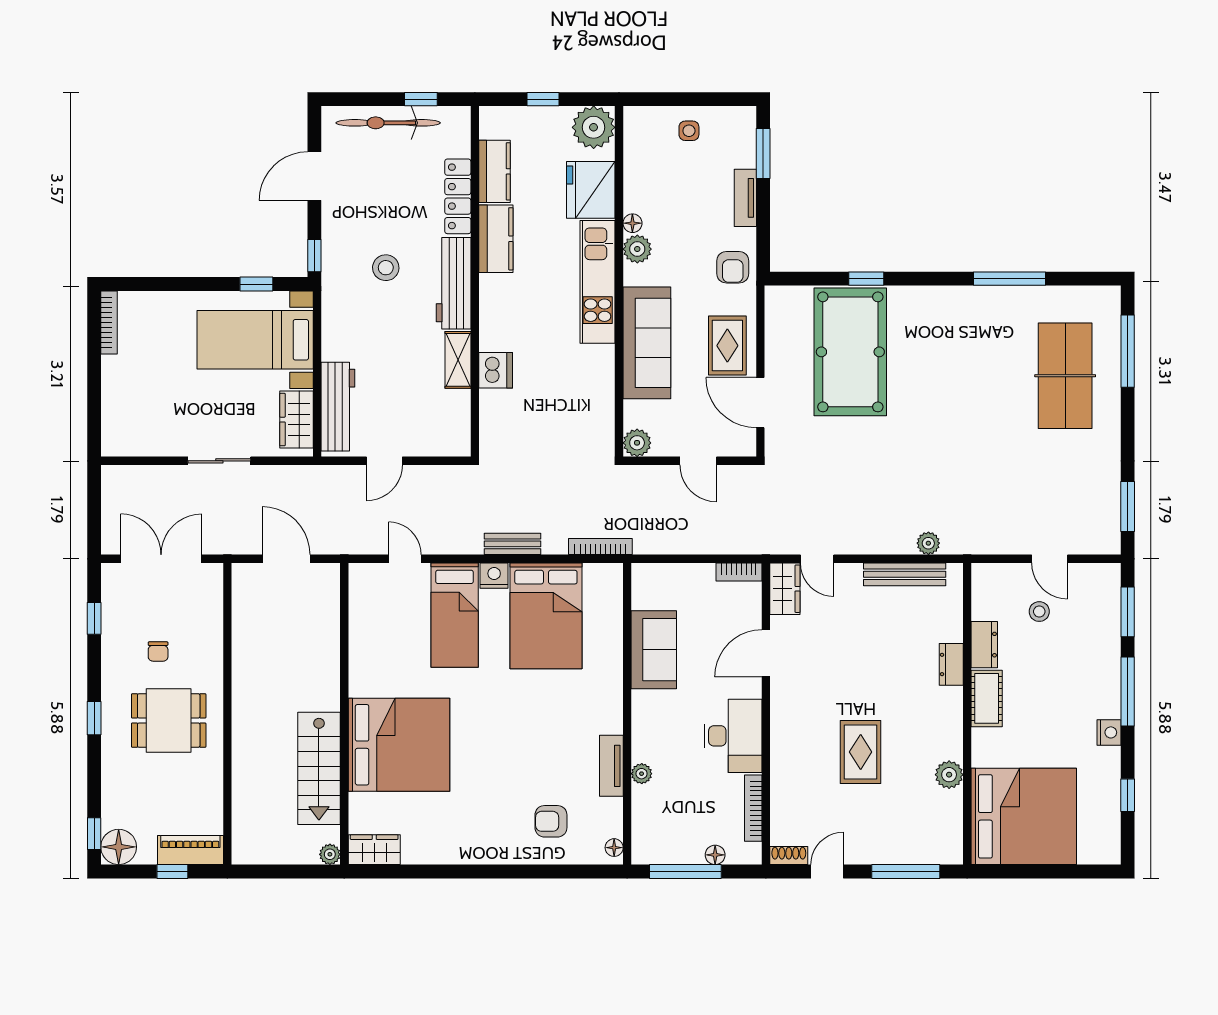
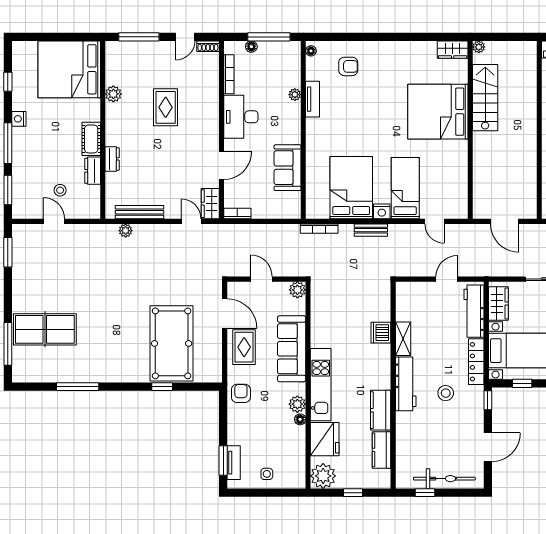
locker: (458, 196) -> (476, 362), moved, turned 180
tv unit: (745, 198) -> (234, 463), moved
table tennis table: (1065, 376) -> (45, 329), turned 90

